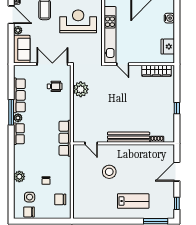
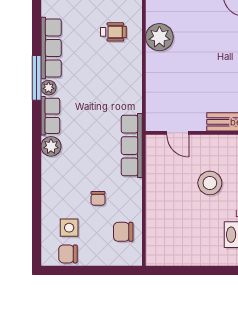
row of seats: (65, 138) -> (132, 146), moved
plant: (19, 177) -> (51, 146), moved

